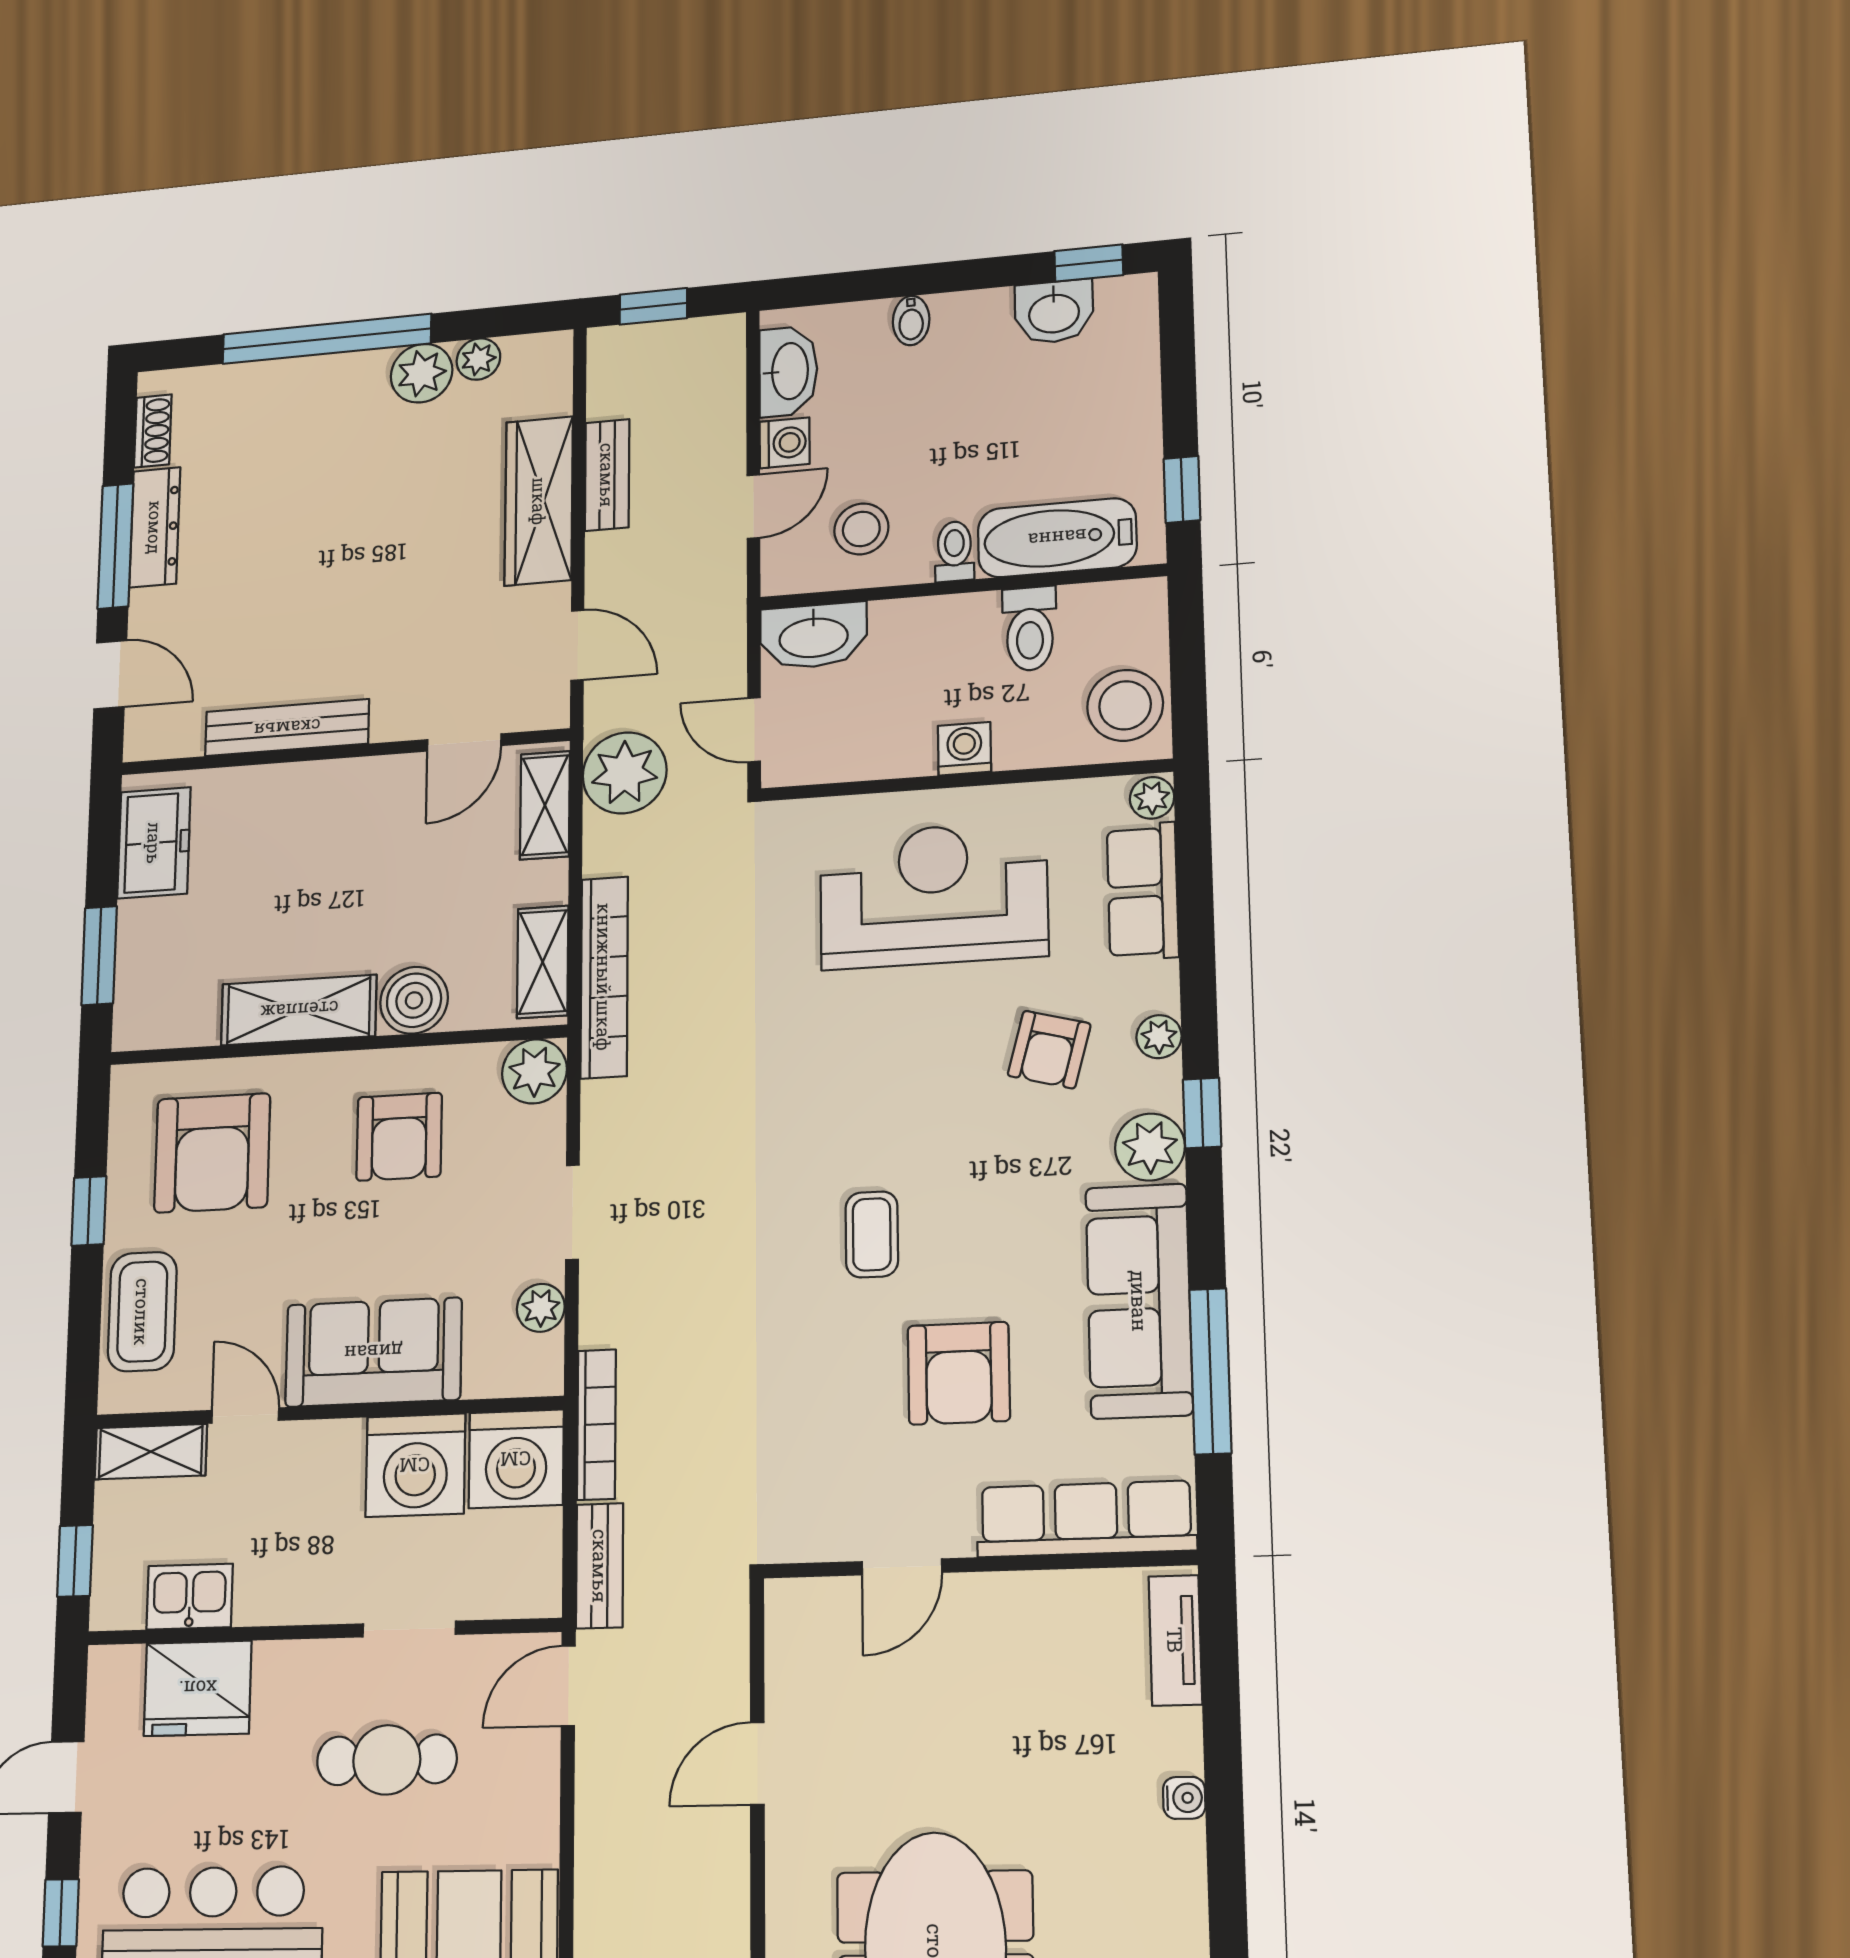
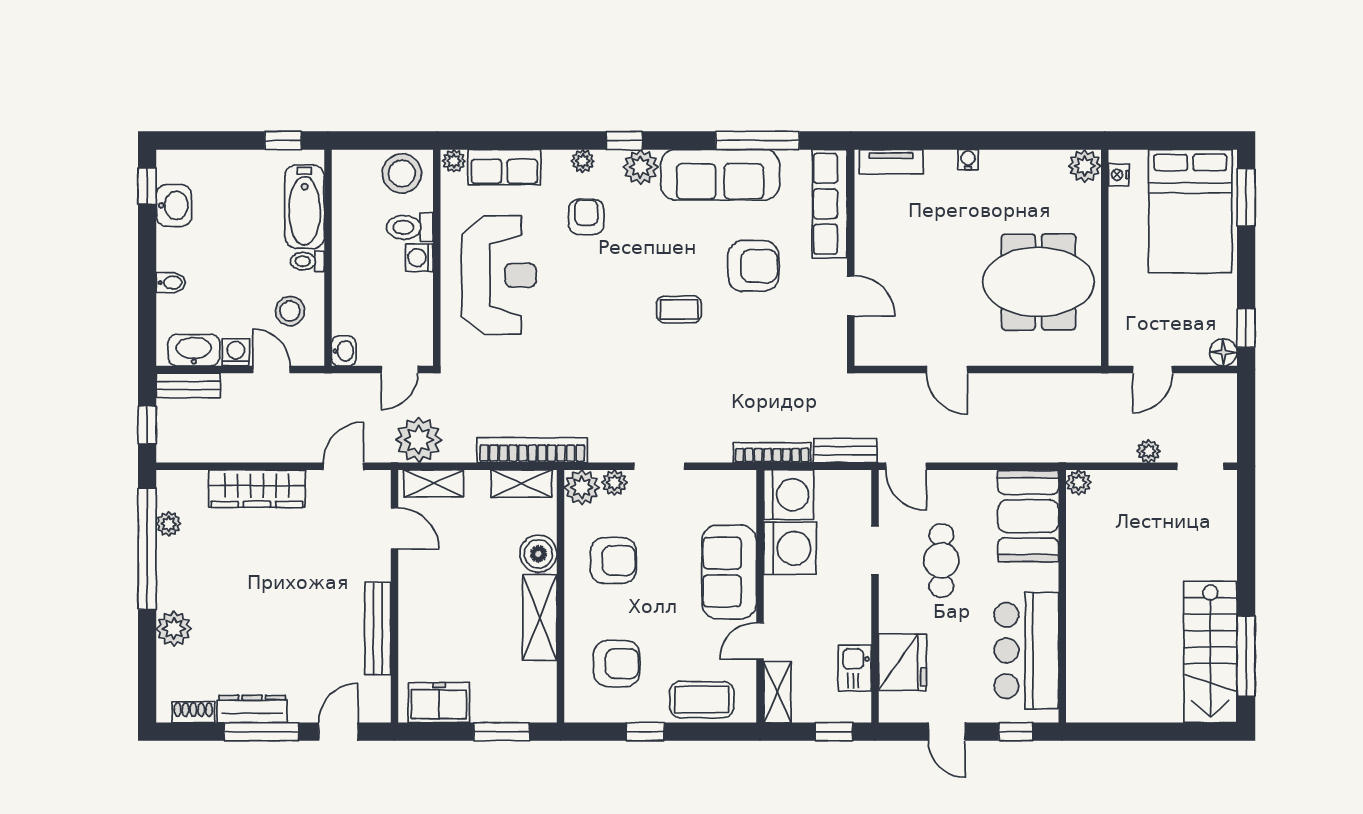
window: (327, 339) -> (147, 549), moved
plant: (422, 373) -> (174, 629), moved
bench: (607, 475) -> (188, 385), moved
toilet: (1030, 629) -> (410, 227), moved, turned 180
washbasin: (814, 636) -> (344, 351), width x0.52, depth x0.69
reception desk: (934, 895) -> (499, 275), turned 180
armchair: (1049, 1050) -> (586, 217), turned -105
armchair: (212, 1153) -> (617, 664), width x0.73, depth x0.73
plant: (541, 1308) -> (614, 483), moved

